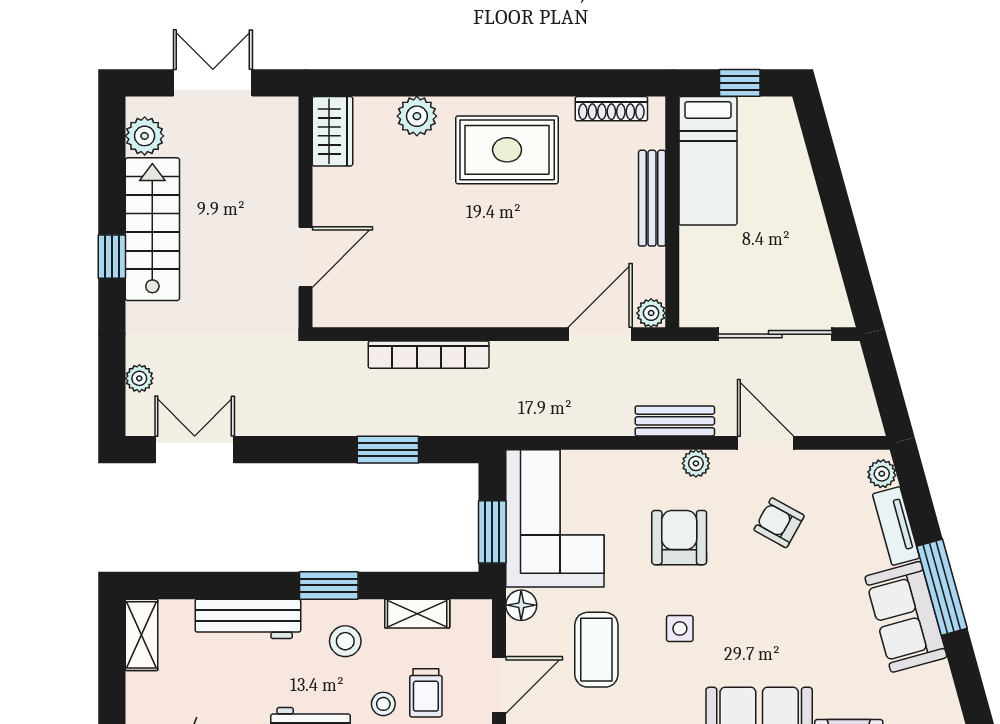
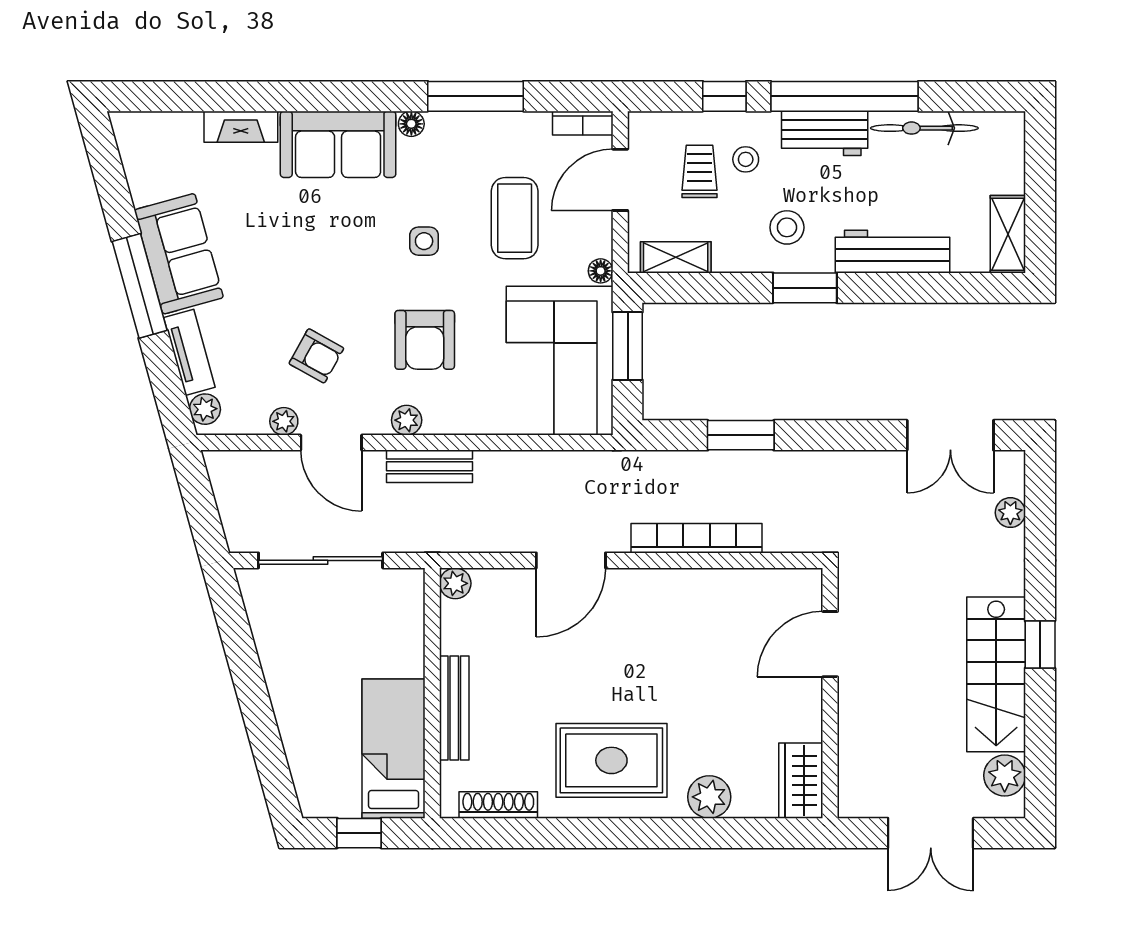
door: (600, 334) -> (571, 560), moved
plant: (809, 462) -> (284, 421), added
floor lamp: (521, 605) -> (601, 271), width x0.73, depth x0.73
shelving: (417, 614) -> (676, 257), moved

